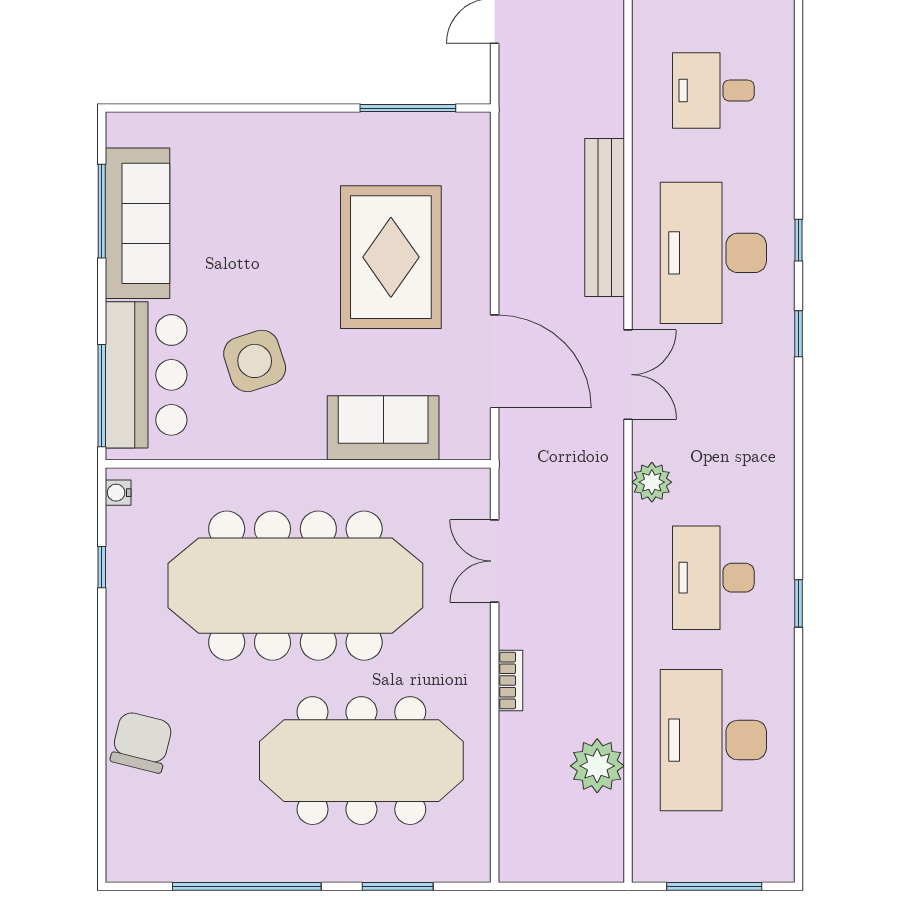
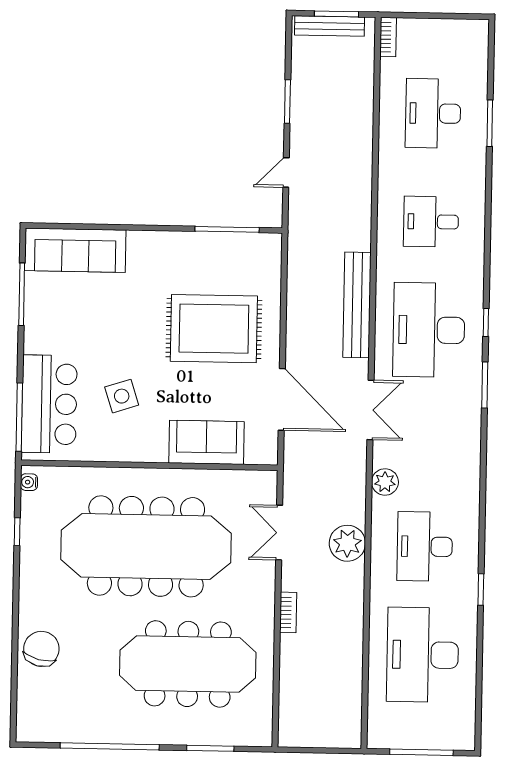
sofa: (137, 223) -> (75, 250), moved, turned 90
rug: (391, 257) -> (214, 329), turned 90
window: (799, 334) -> (485, 385), width x1.50
side table: (255, 361) -> (122, 396), width x0.73, depth x0.73
window: (799, 603) -> (481, 590), moved
plant: (597, 766) -> (347, 543), moved

